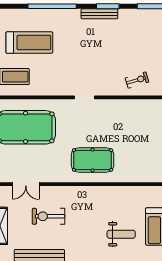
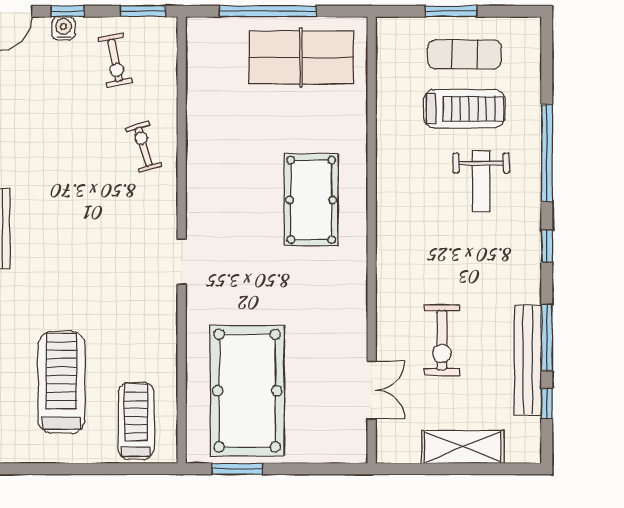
pool table: (93, 160) -> (311, 200), moved
weight bench: (121, 234) -> (481, 181), turned 180

